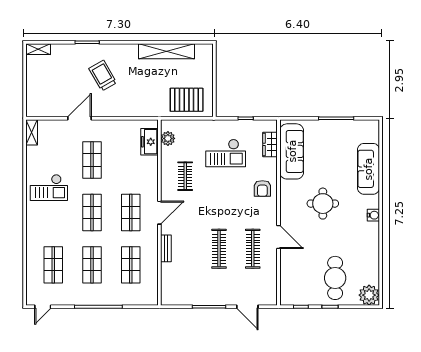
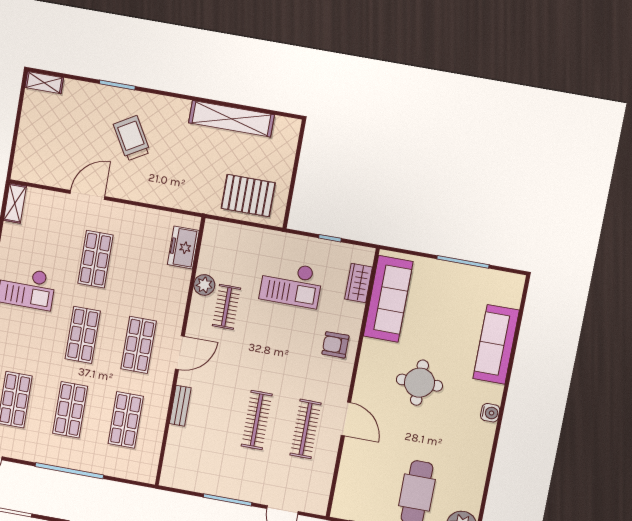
plant: (168, 138) -> (204, 285), moved
armchair: (262, 188) -> (335, 345), turned 90

